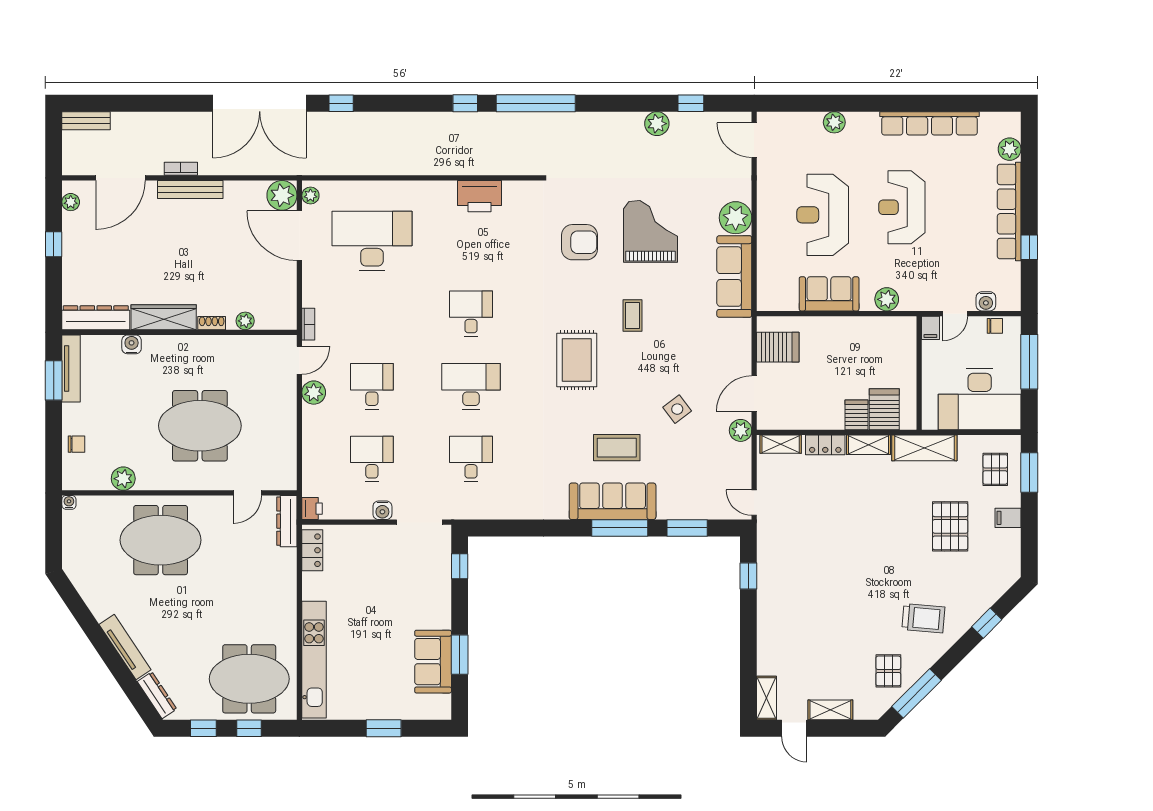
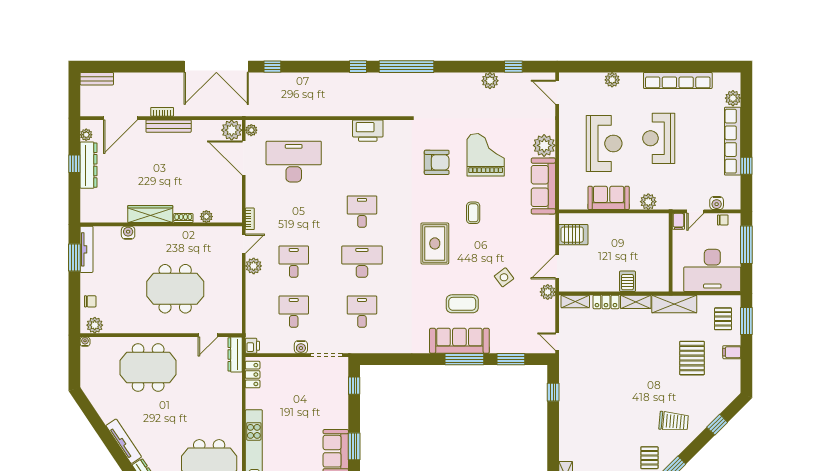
reception desk: (823, 215) -> (604, 143), turned 180
dresser: (96, 318) -> (88, 165), moved, turned 90
server rack: (884, 409) -> (647, 277), removed
plant: (123, 479) -> (95, 325), moved

